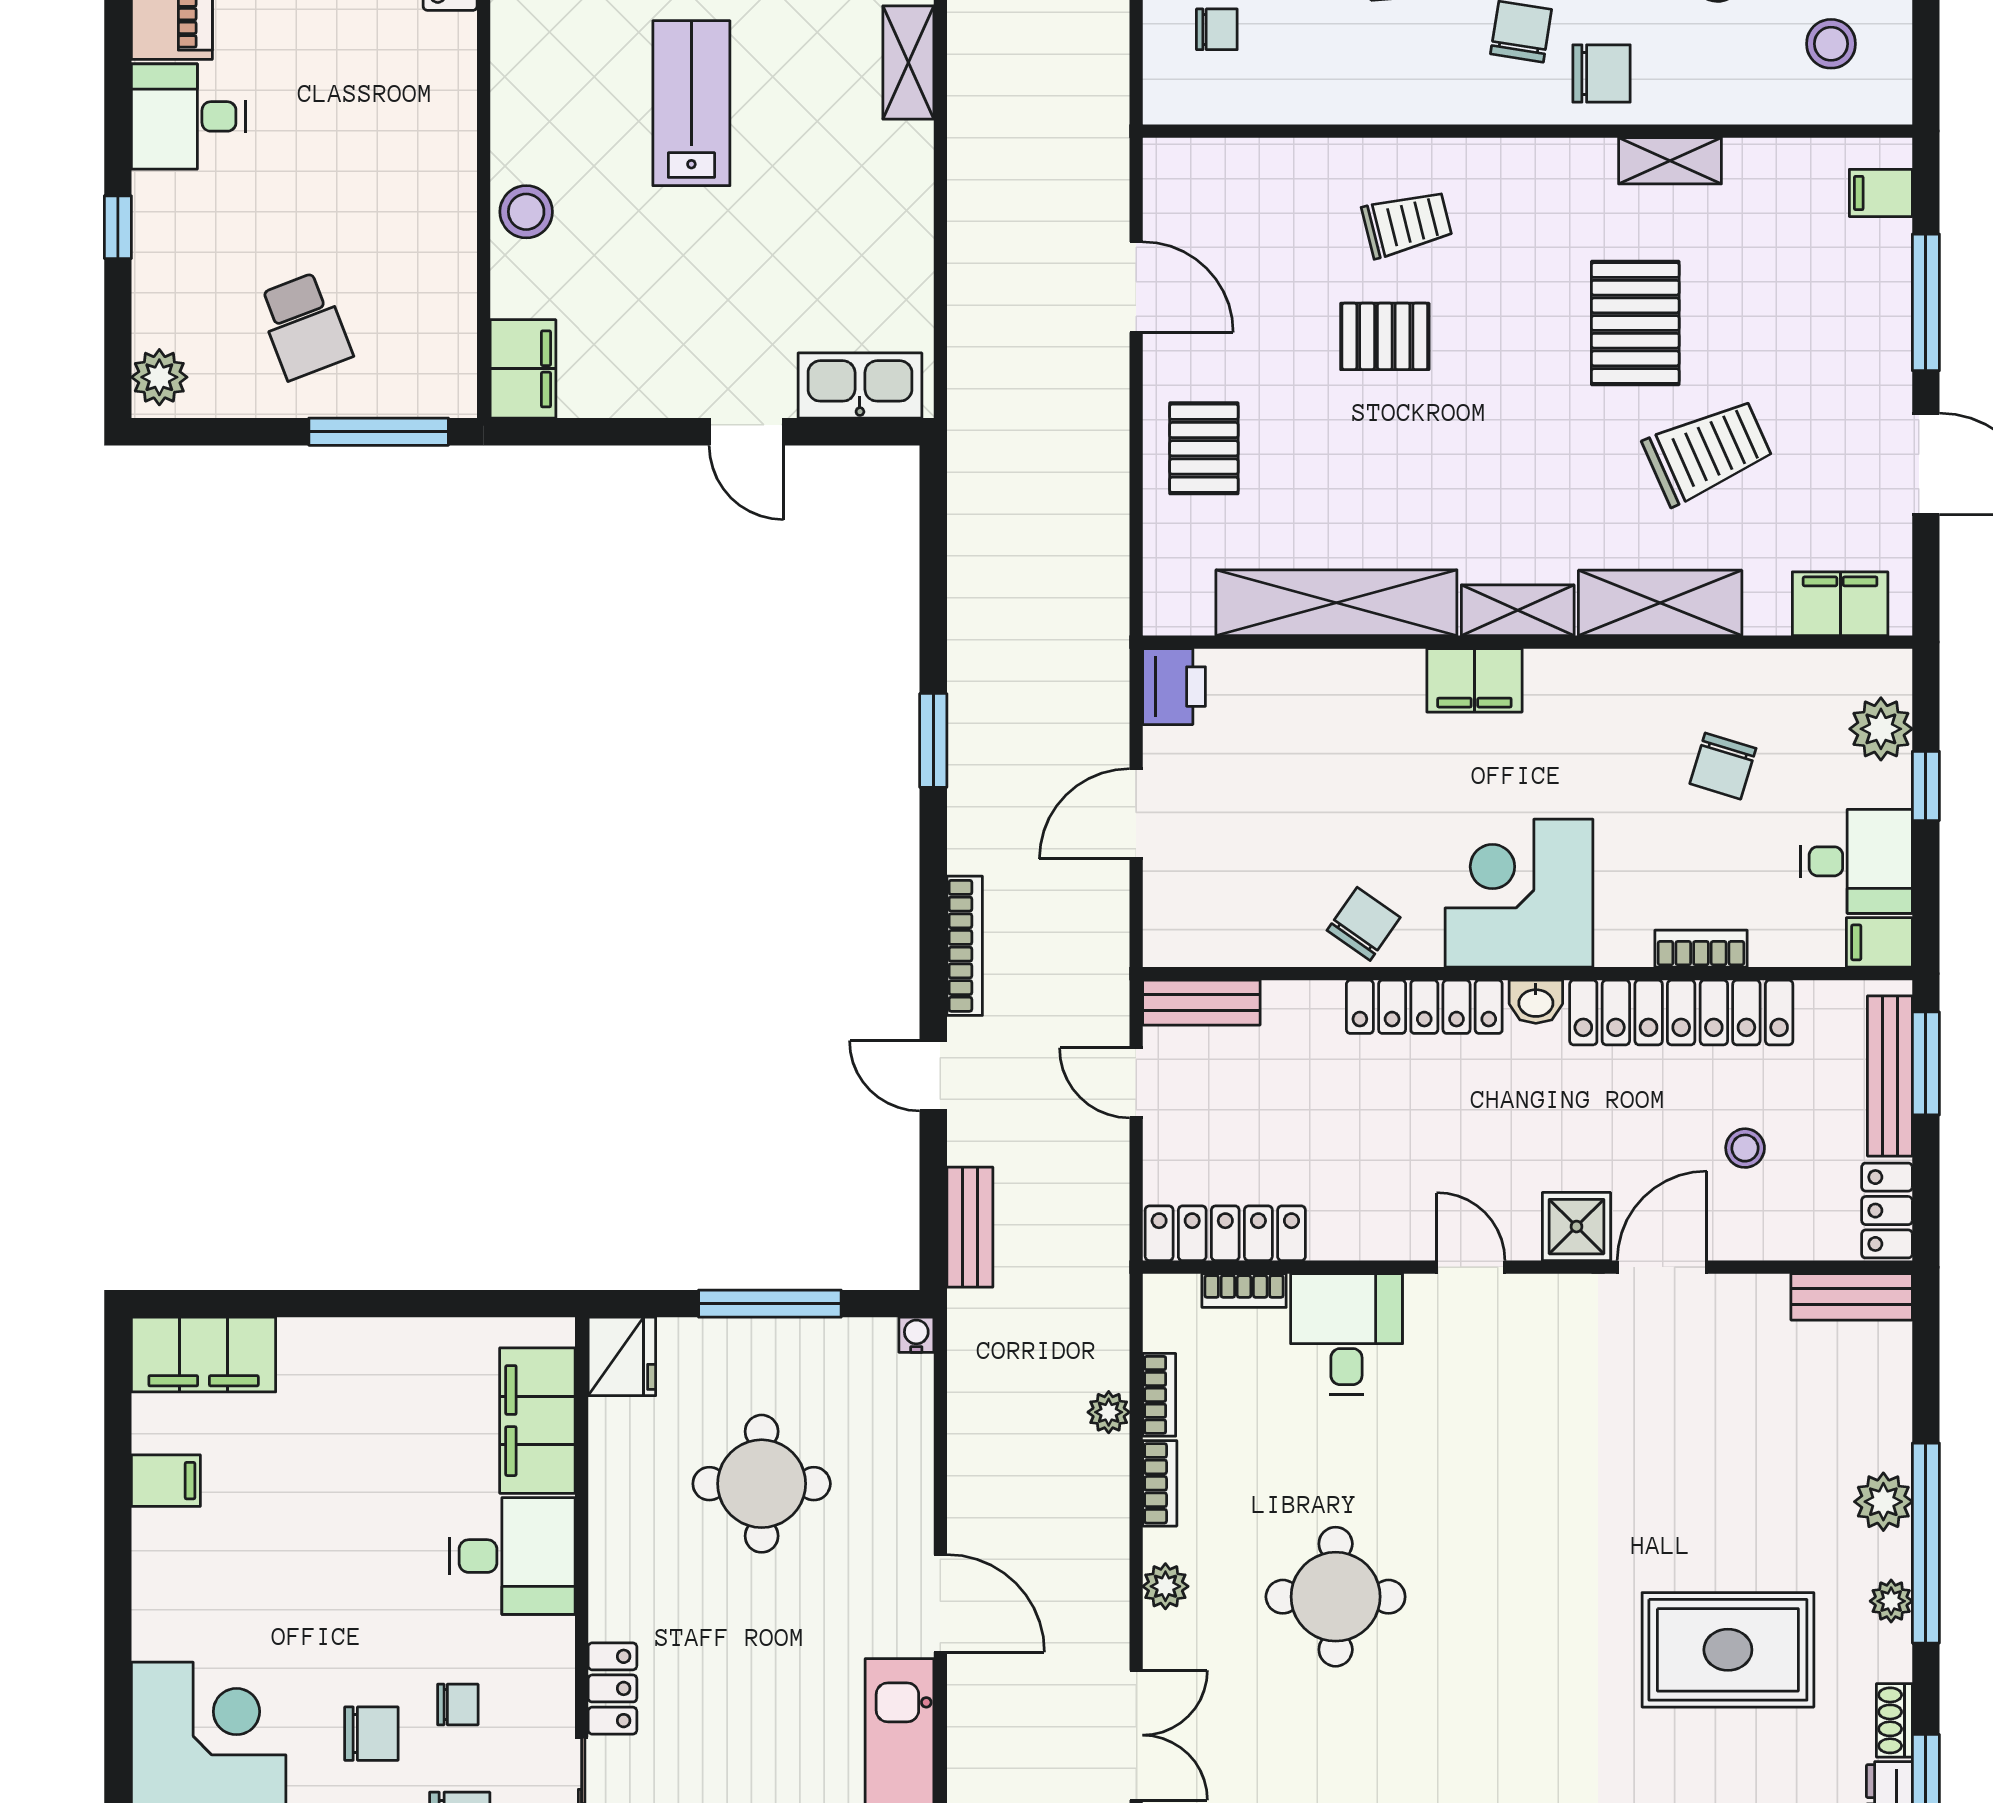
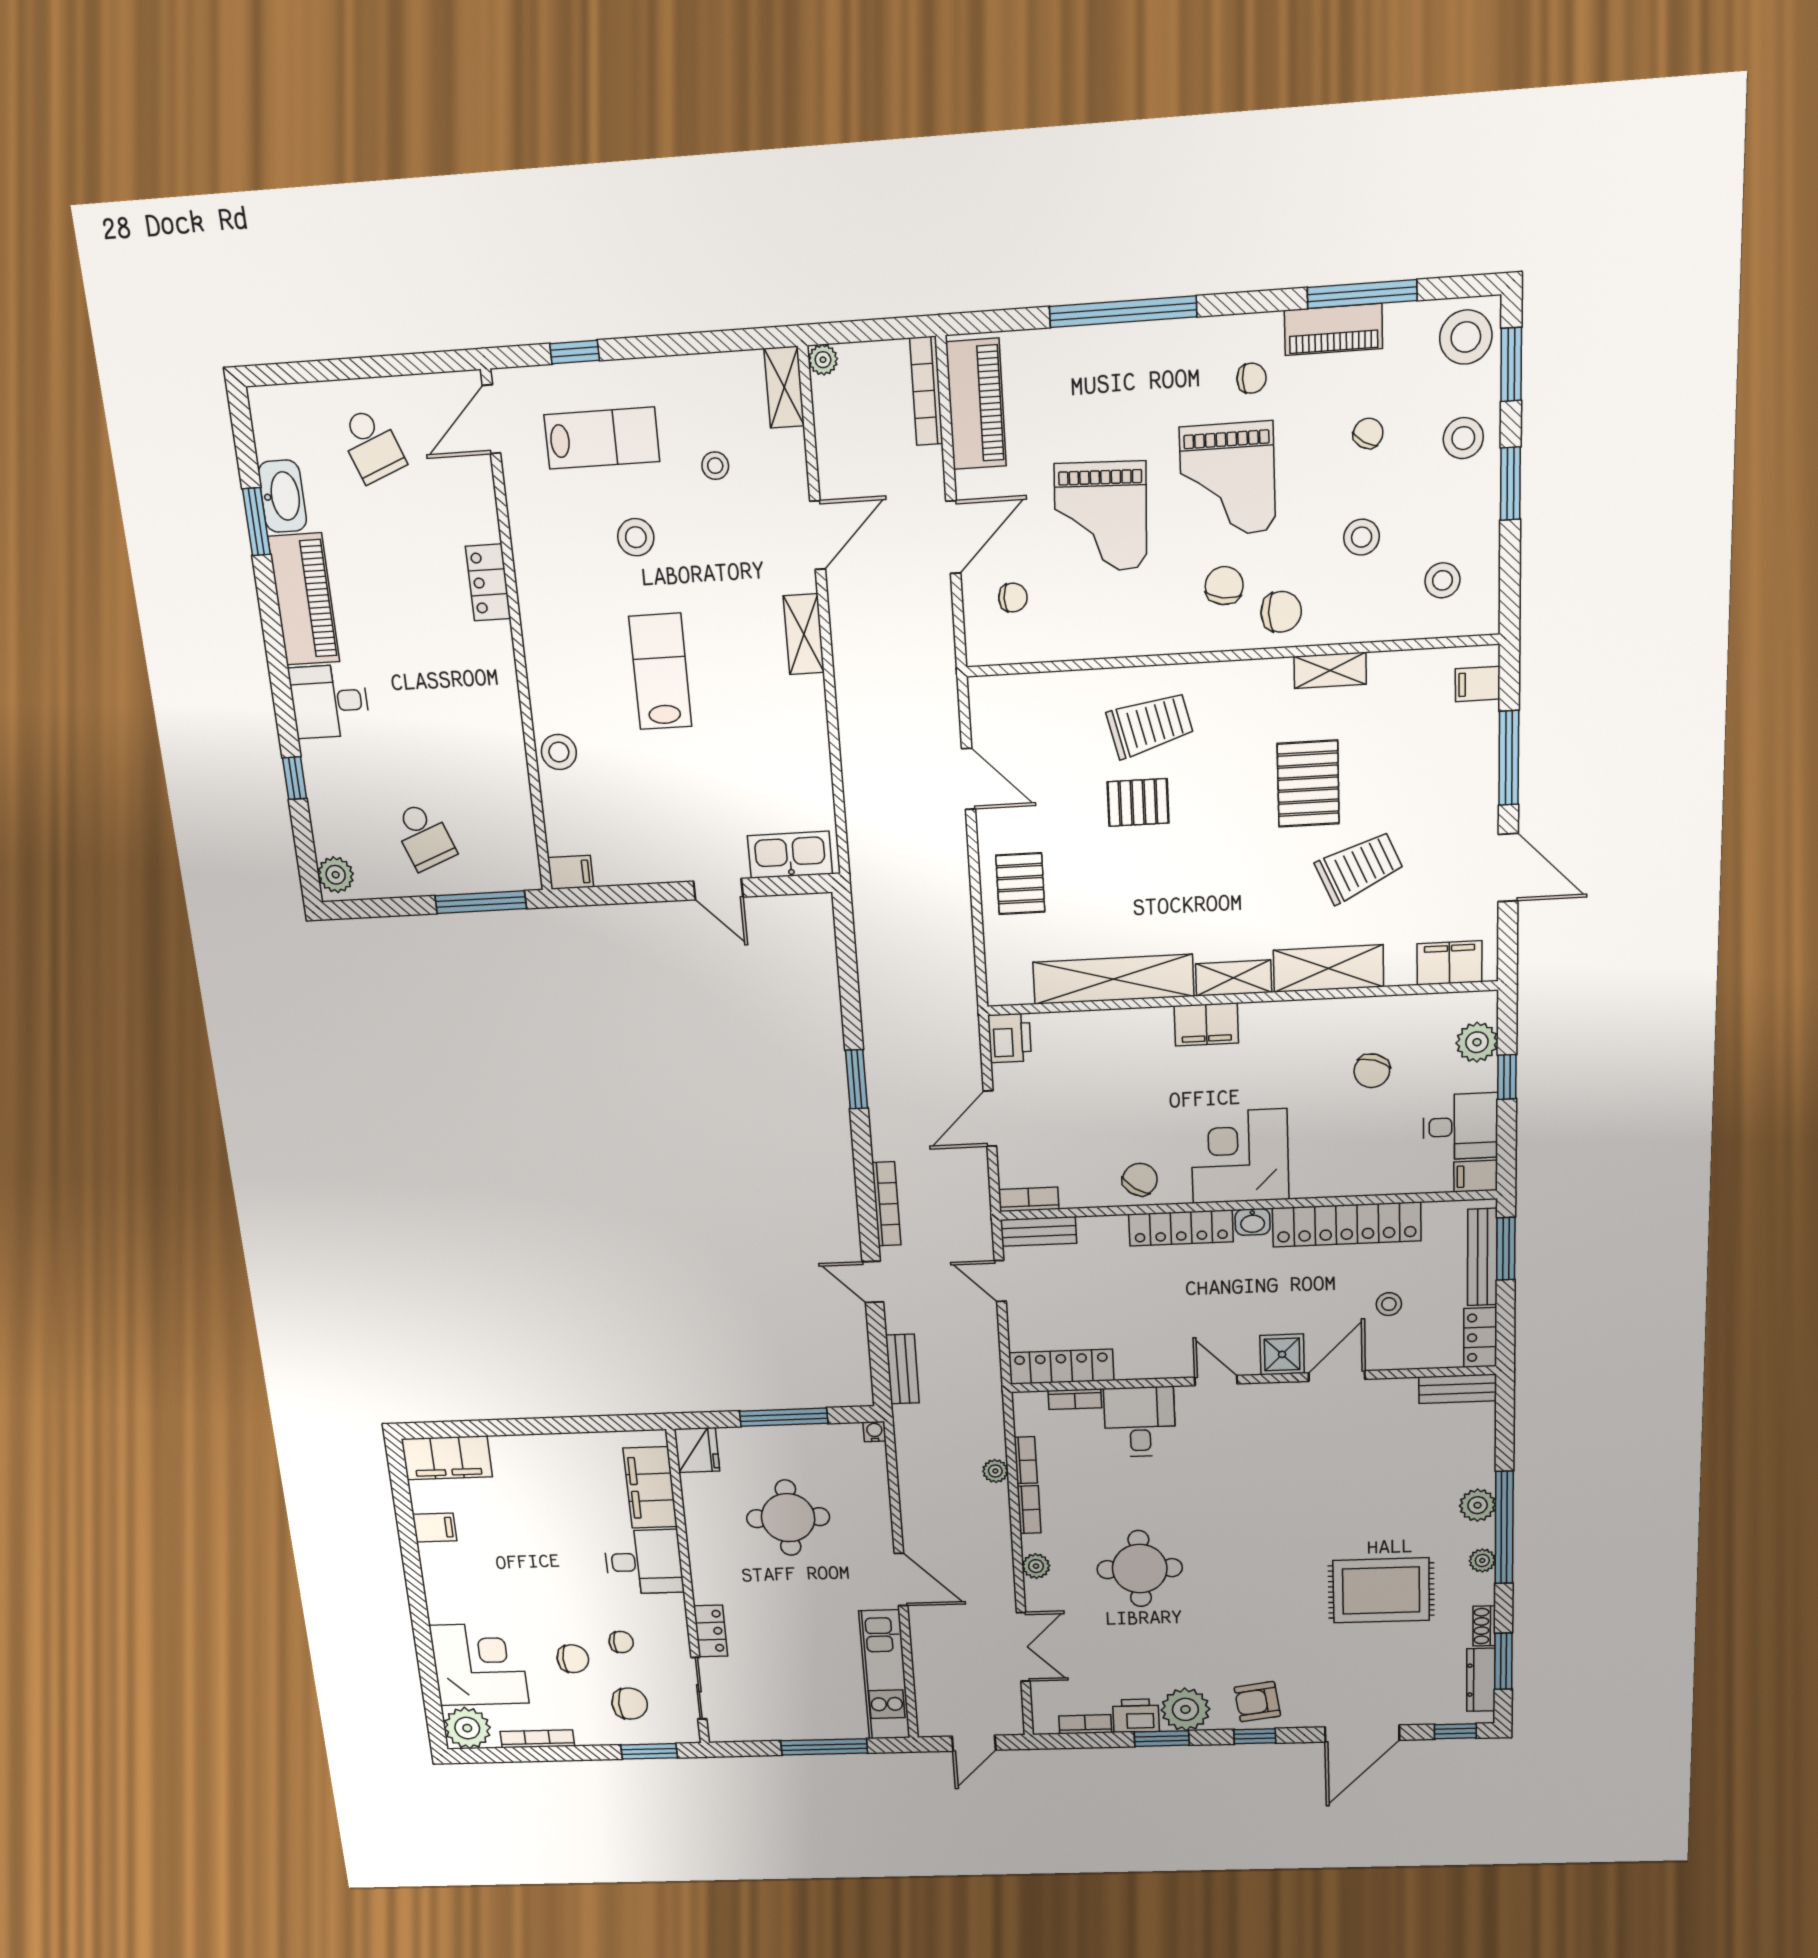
trolley: (1407, 224) -> (1150, 725), width x1.36, depth x1.39
filing cabinet: (523, 369) -> (571, 872), width x0.50
bookcase: (1701, 949) -> (1029, 1199), moved

